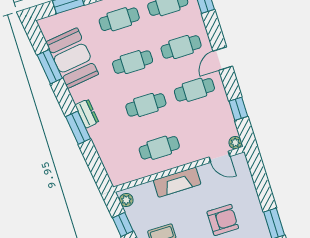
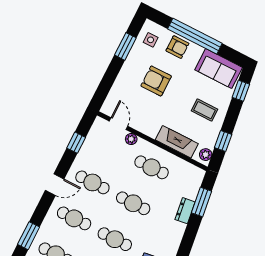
dresser: (87, 114) -> (185, 211), moved
window: (78, 128) -> (202, 202), moved
plant: (235, 143) -> (131, 139), moved
fireplace: (177, 182) -> (177, 142), moved

